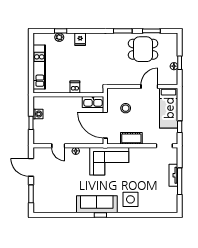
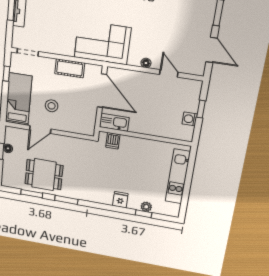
dishwasher: (75, 87) -> (113, 141), moved
stool: (126, 108) -> (52, 106), moved

